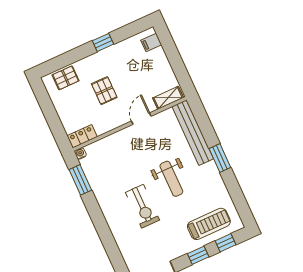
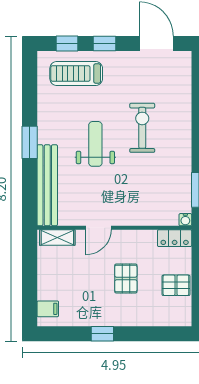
pallet: (66, 78) -> (176, 285), moved

